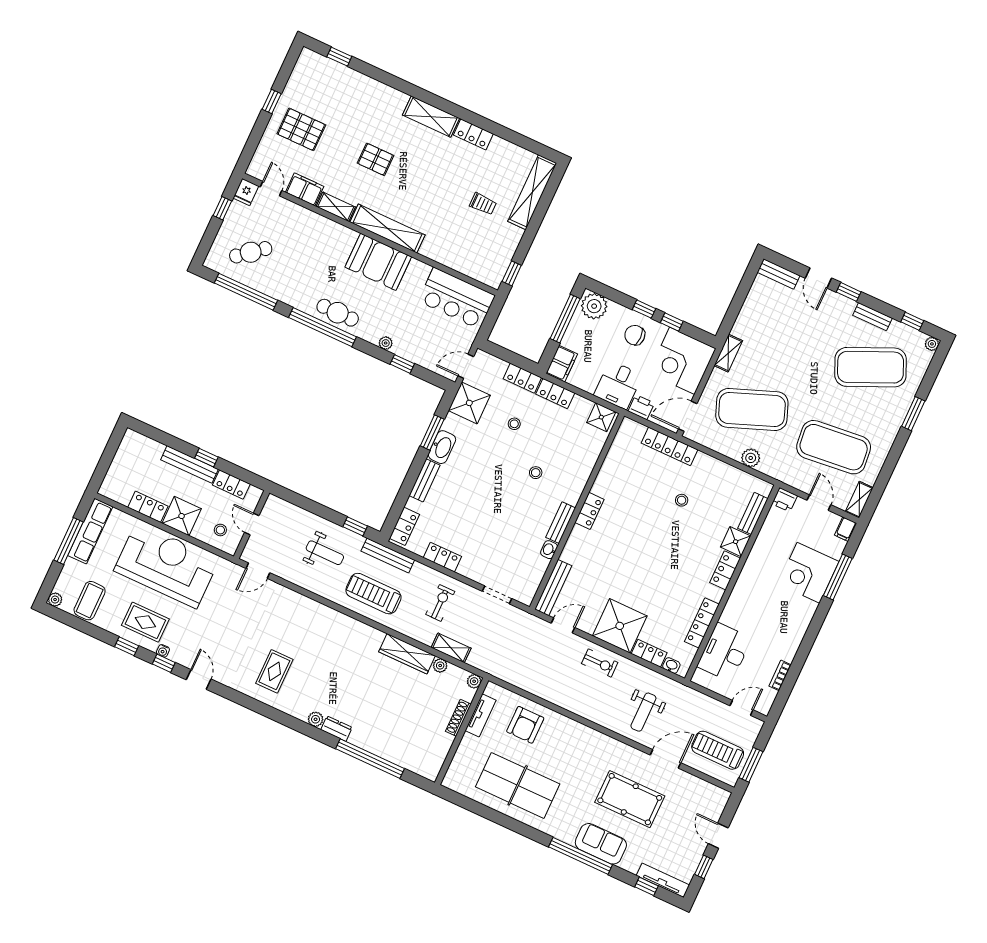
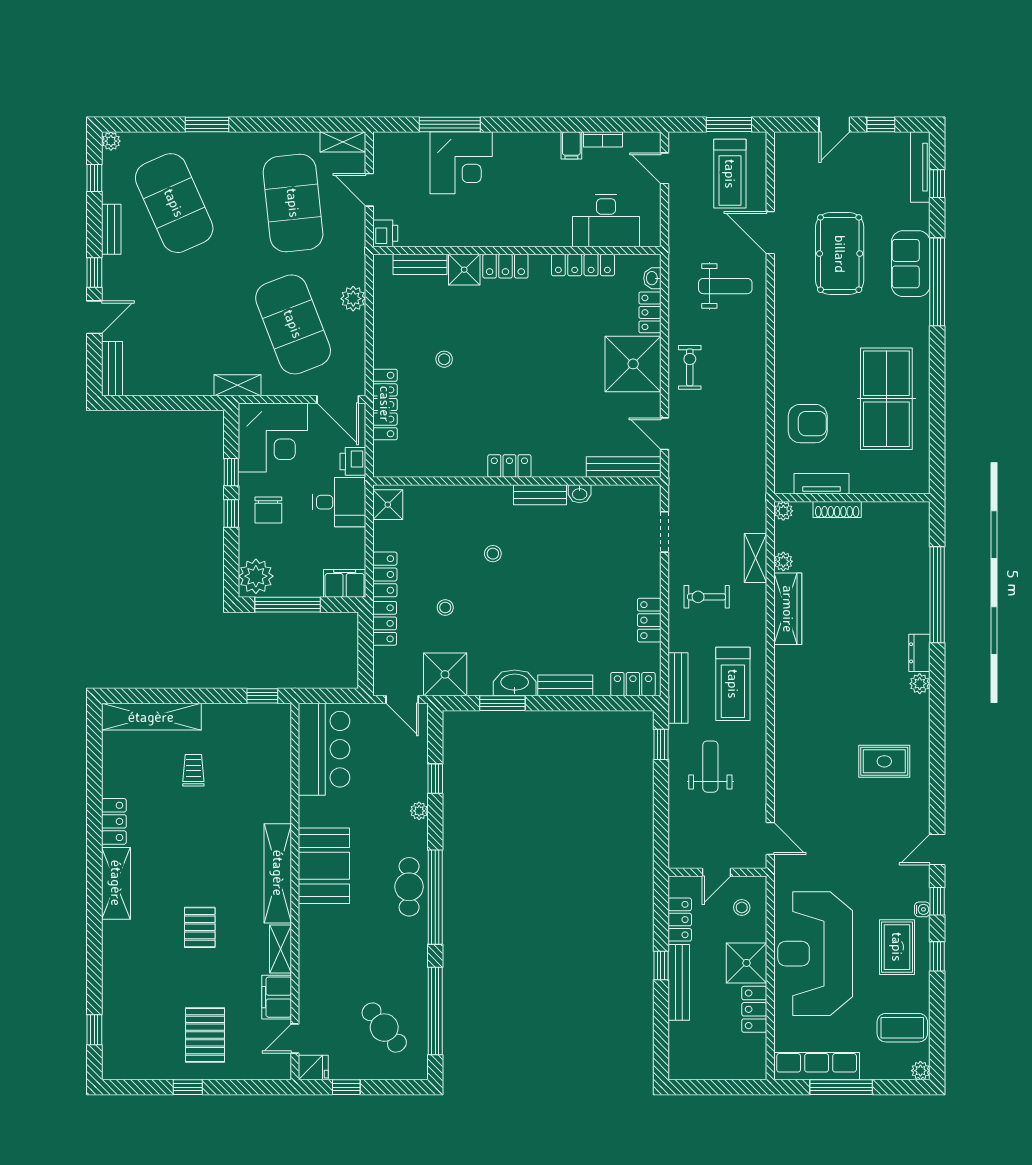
door: (819, 503) -> (369, 190), hinge flipped
filing cabinet: (846, 529) -> (571, 145), moved, turned 90

